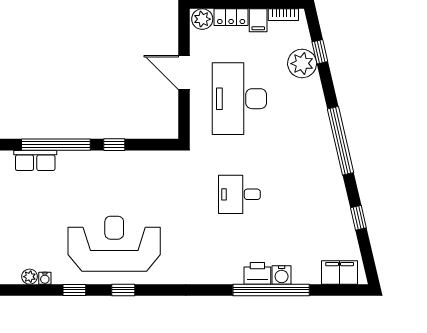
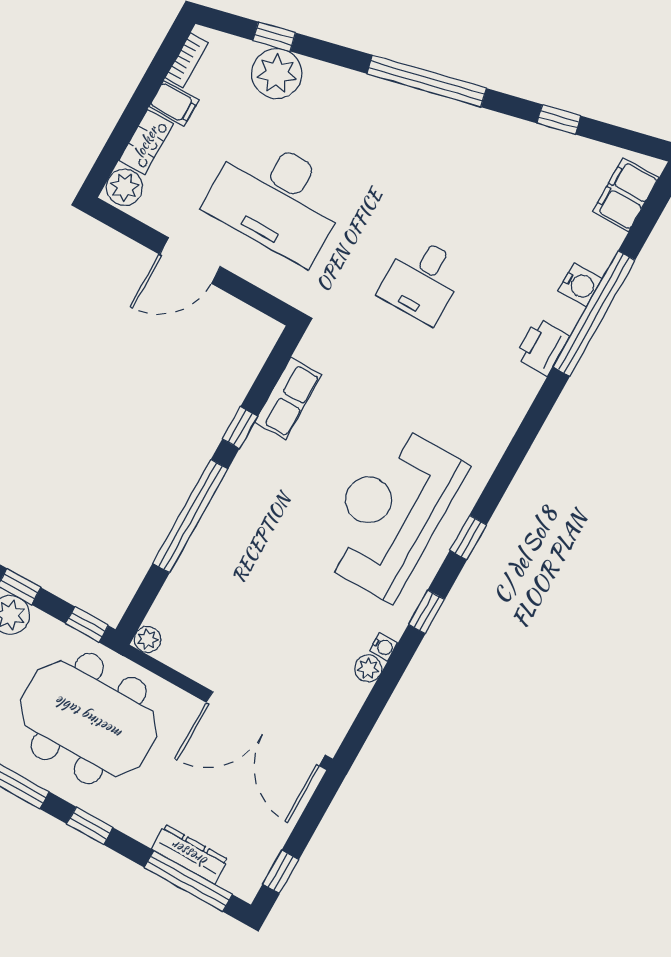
row of seats: (35, 161) -> (288, 399), moved
printer: (257, 273) -> (542, 347), moved

